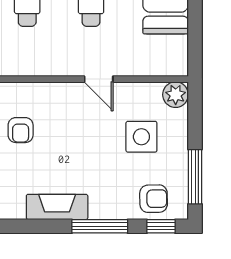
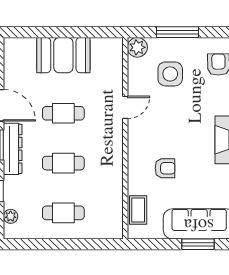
window: (195, 177) -> (178, 32), moved

